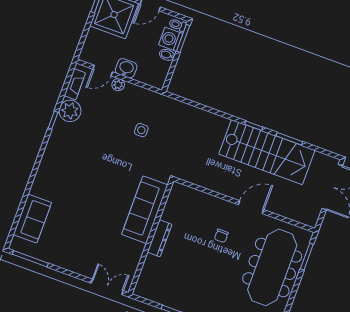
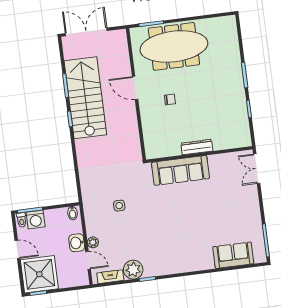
bidet: (167, 55) -> (72, 213), moved

